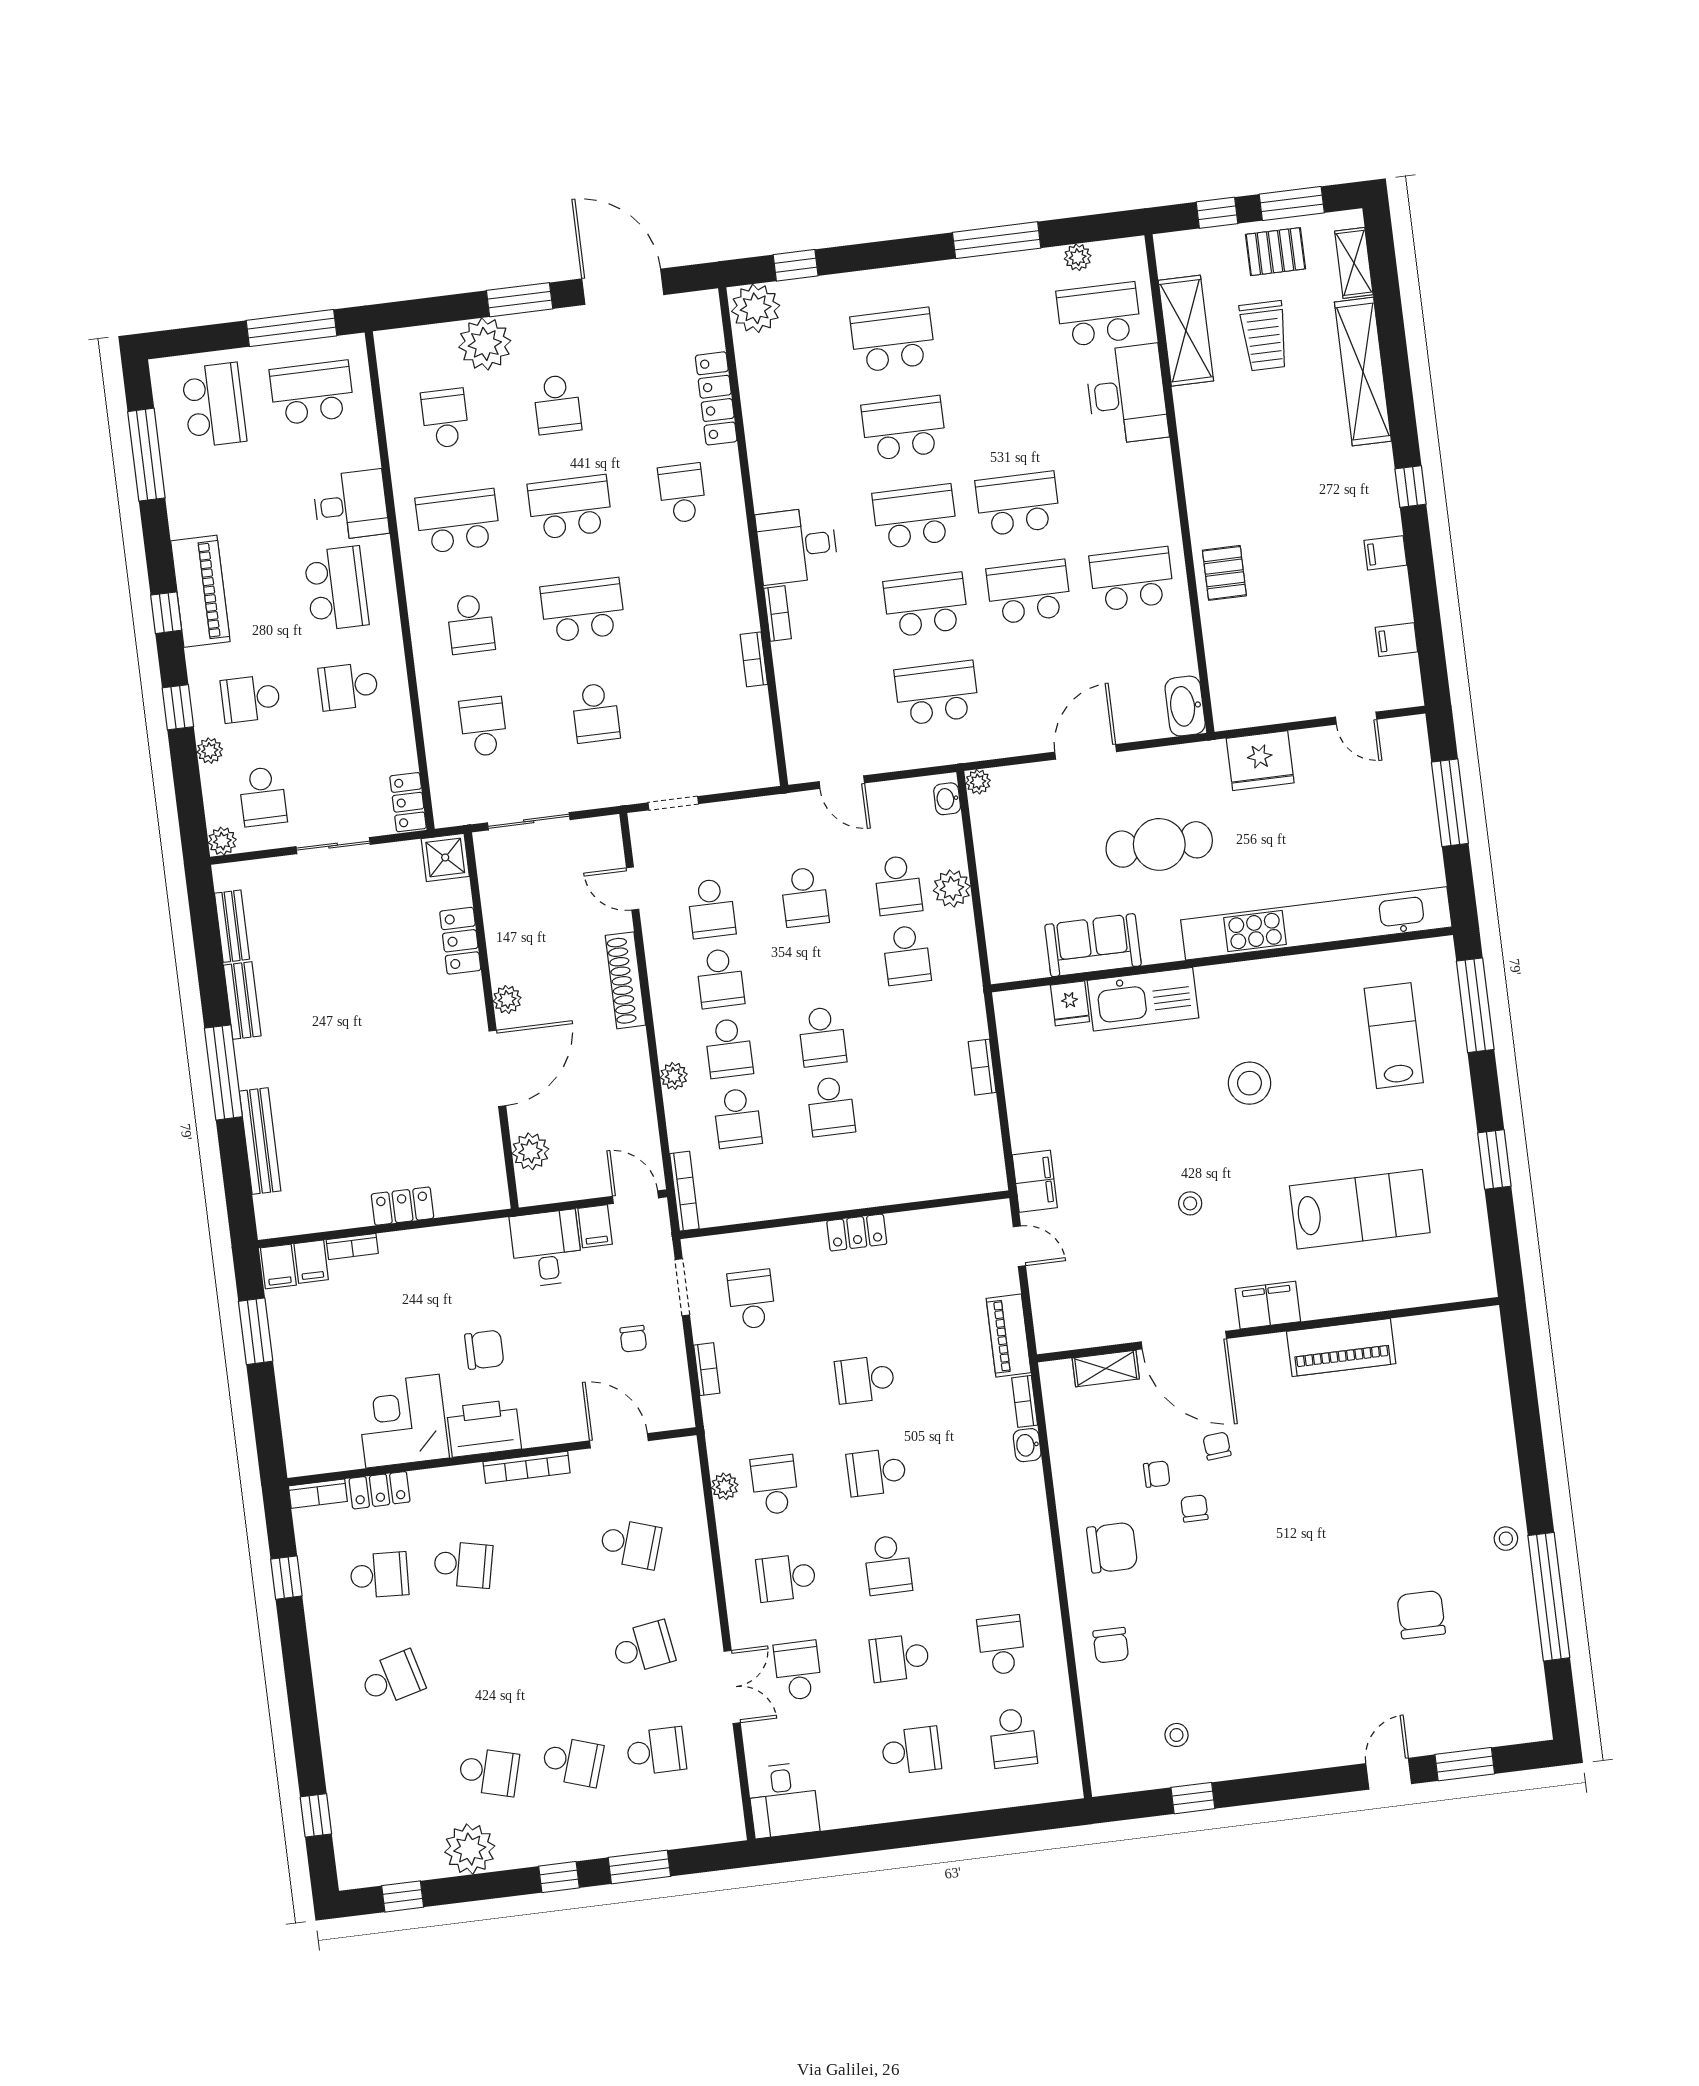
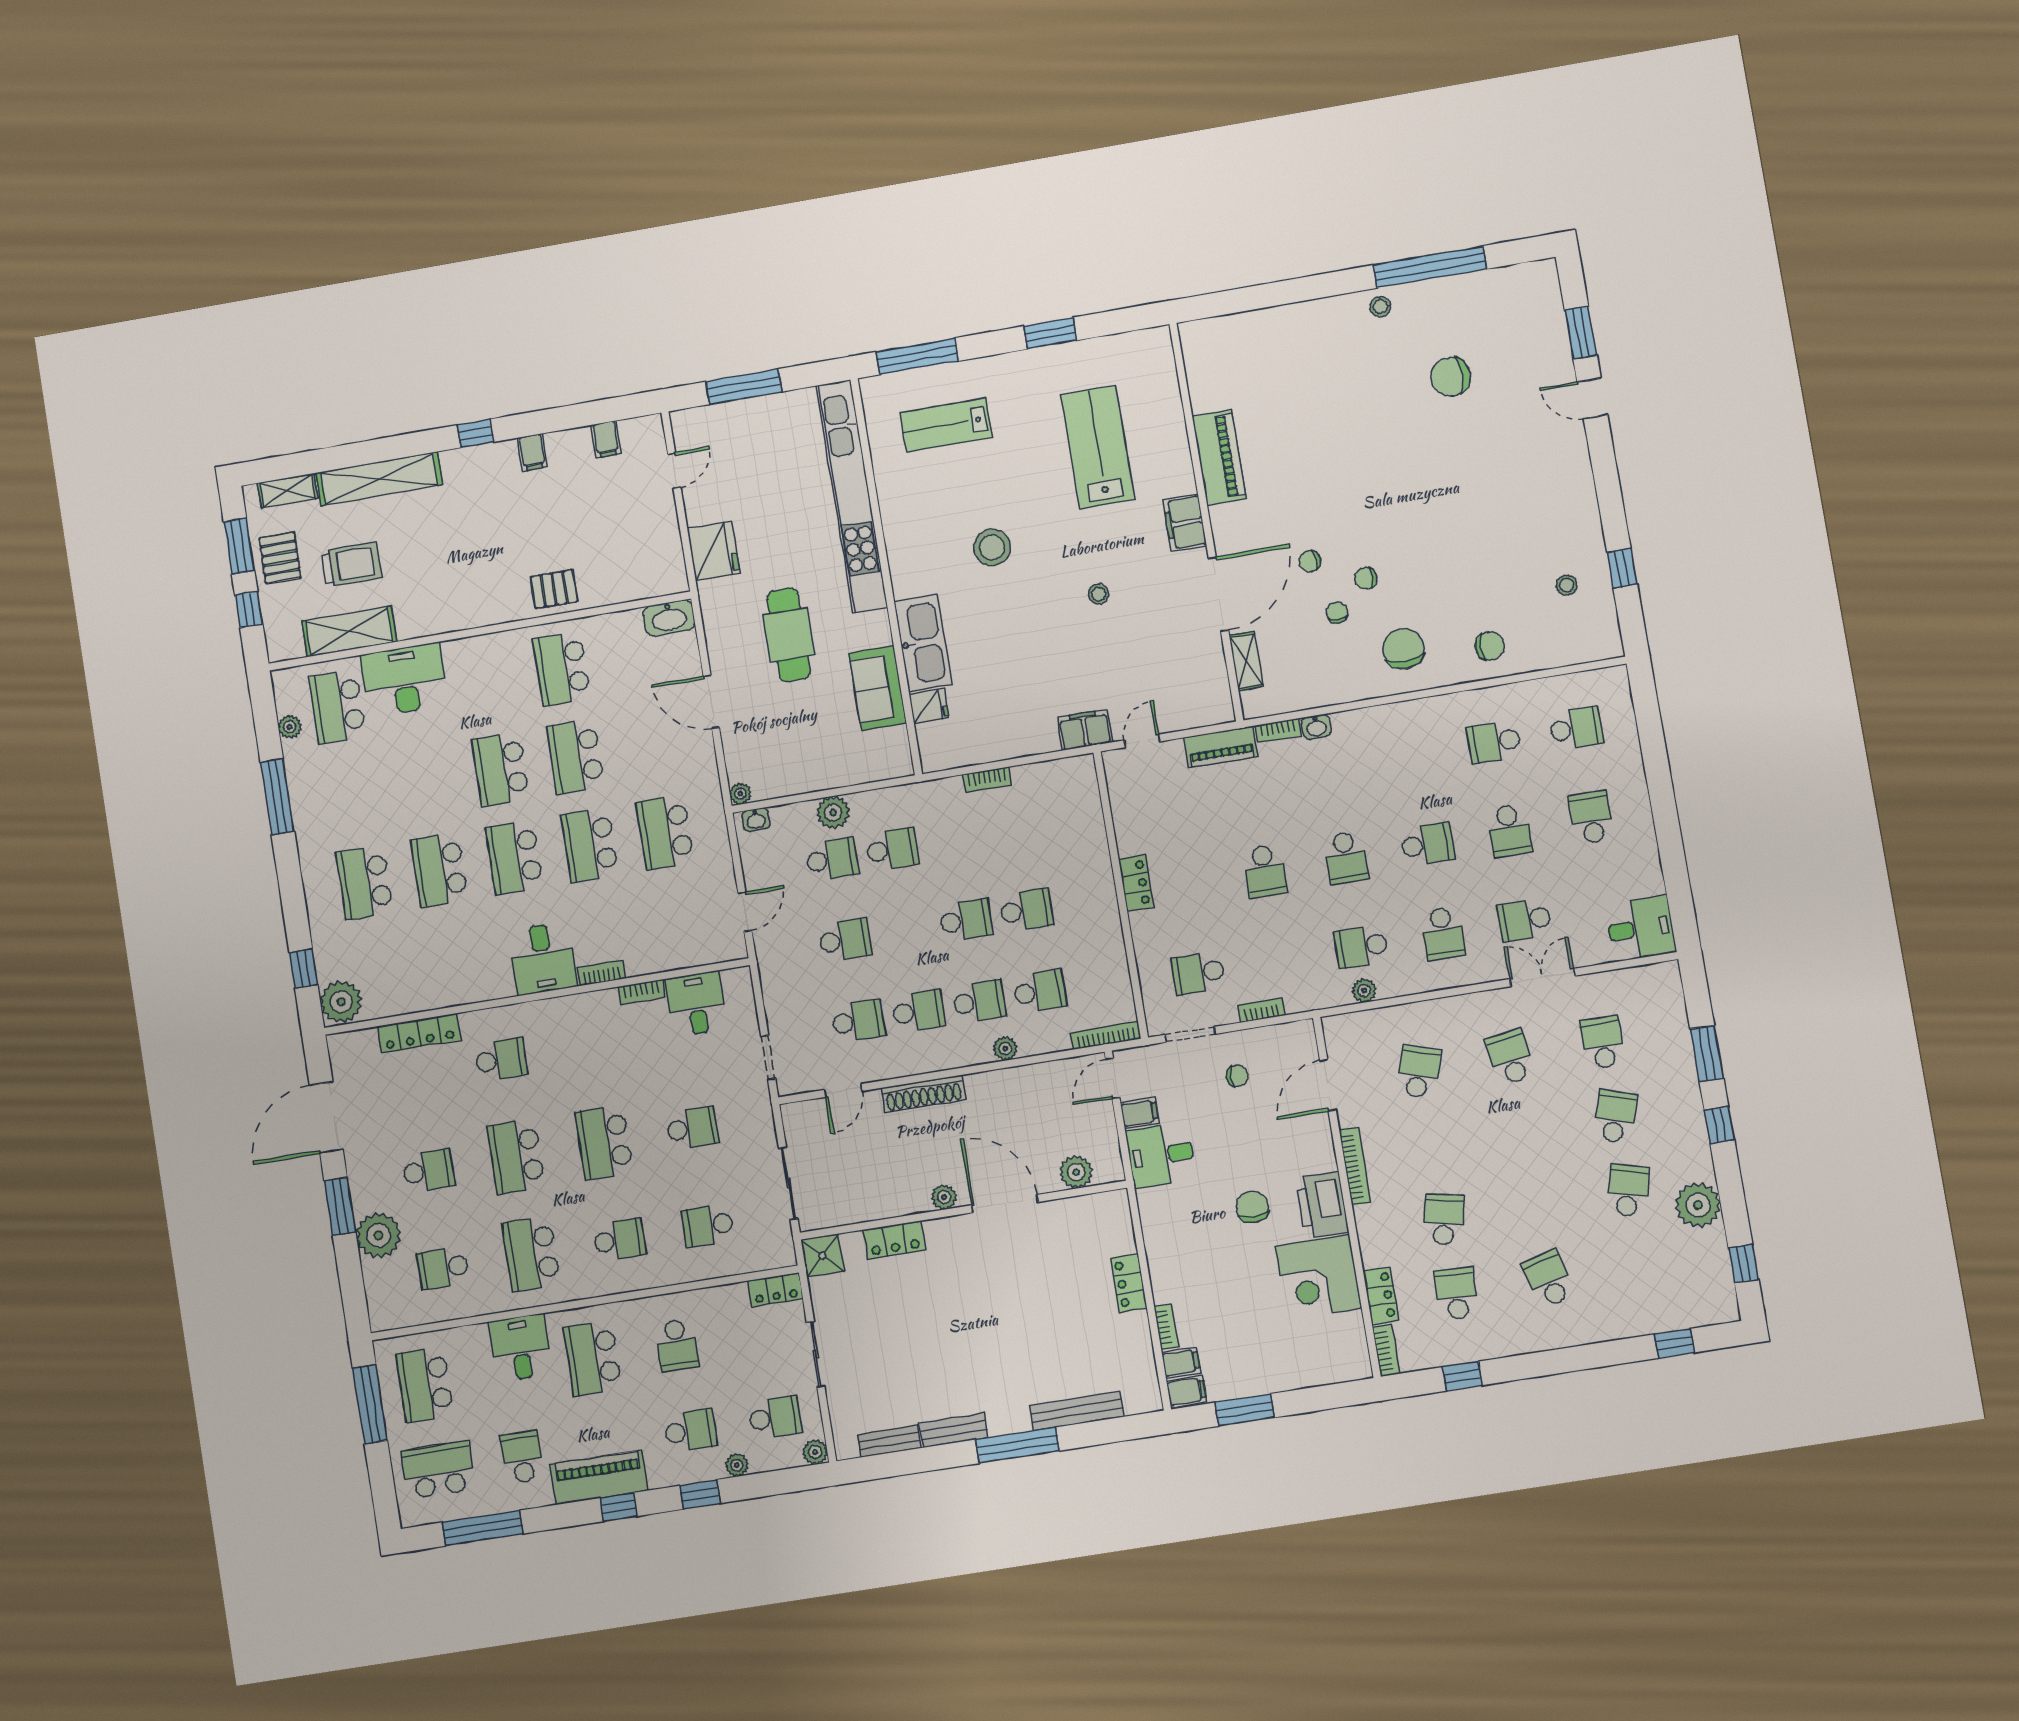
school desk: (682, 493) -> (501, 1060), turned 180
school desk: (226, 503) -> (522, 1457), added
school desk: (336, 589) -> (593, 1358), turned -90
school desk: (251, 699) -> (690, 1431), turned -90
desk: (738, 723) -> (697, 1004), added

